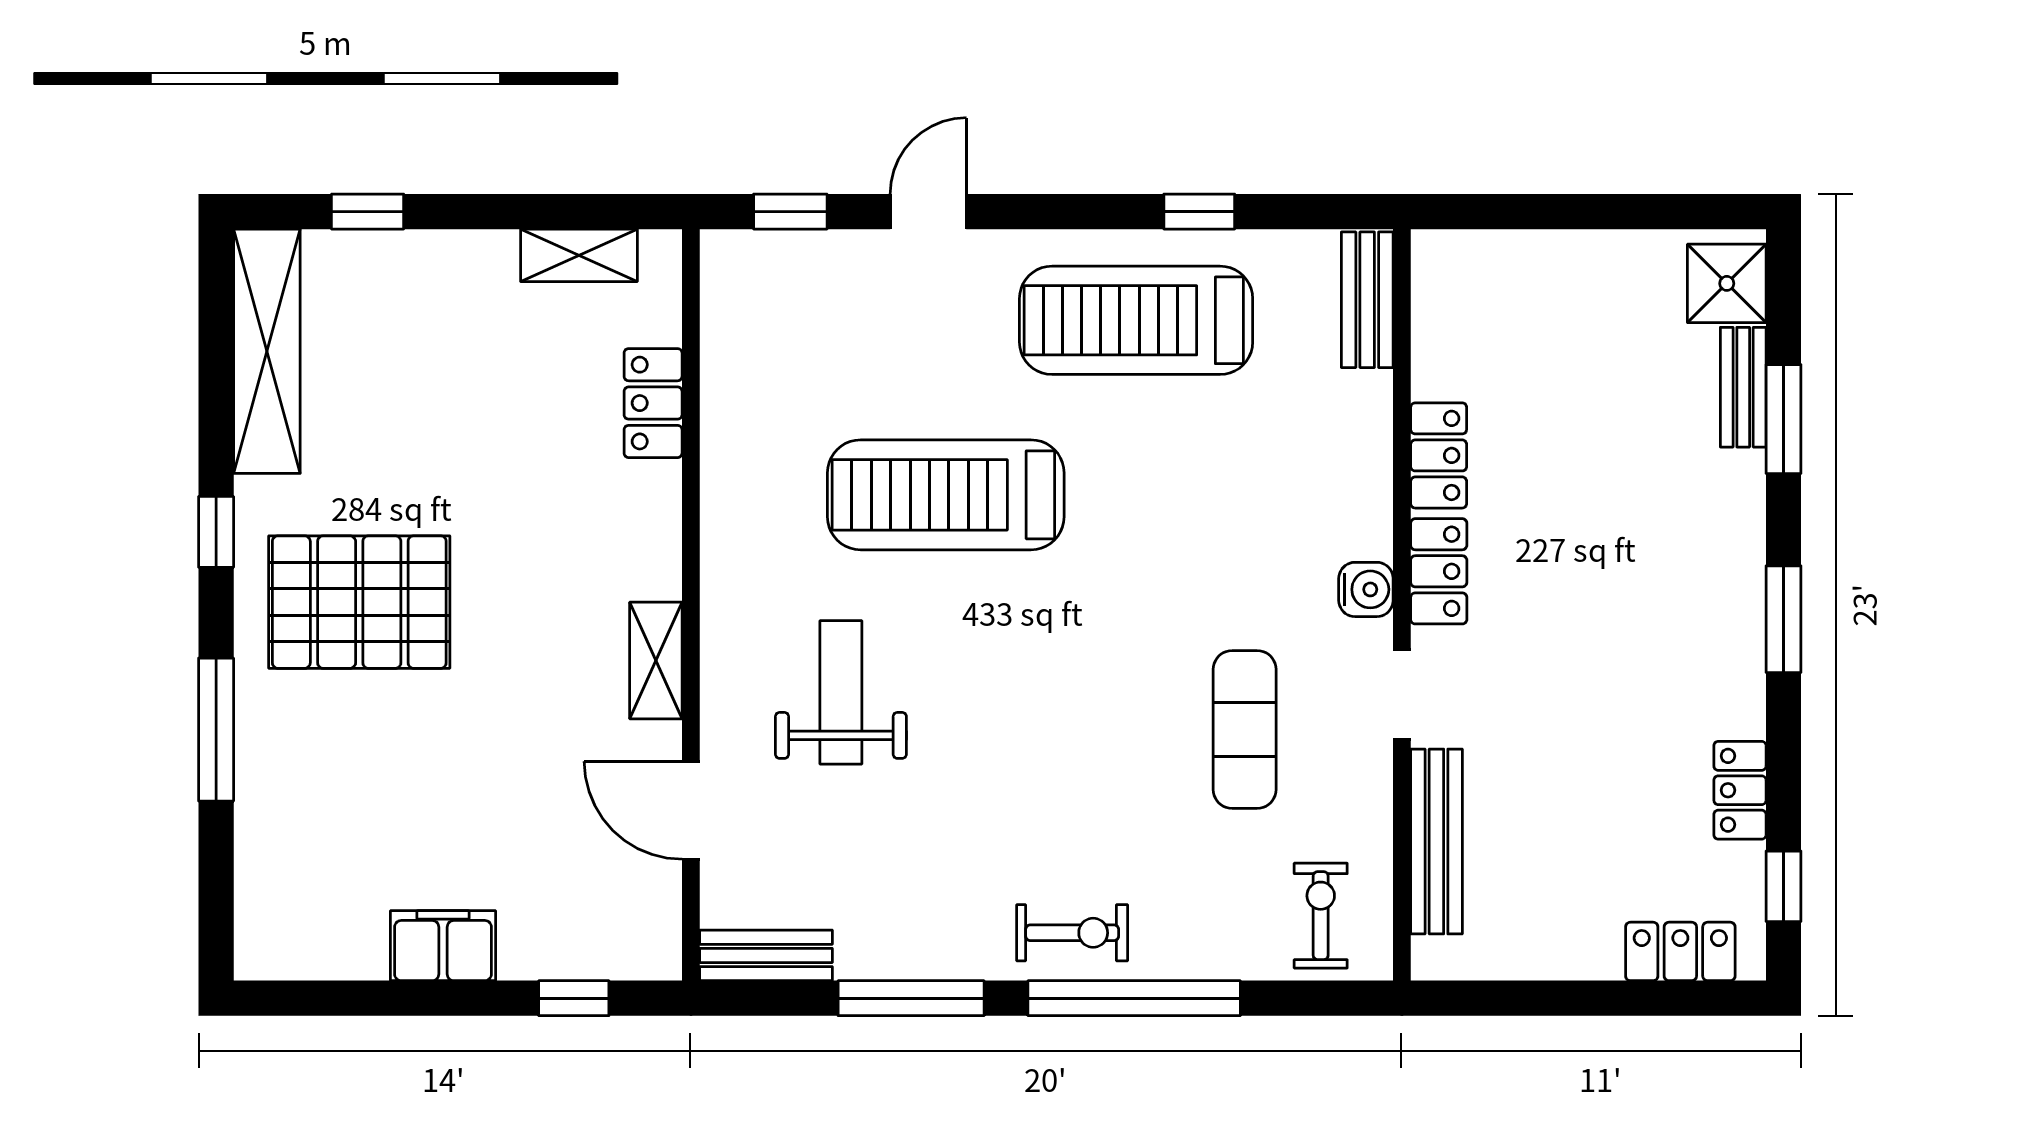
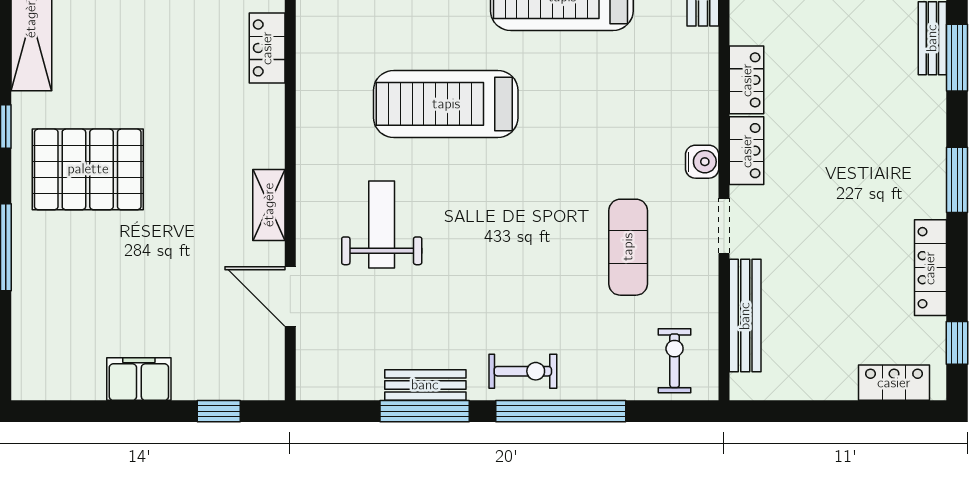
locker: (1740, 790) -> (930, 268), width x1.53
bench: (766, 955) -> (425, 385), moved

